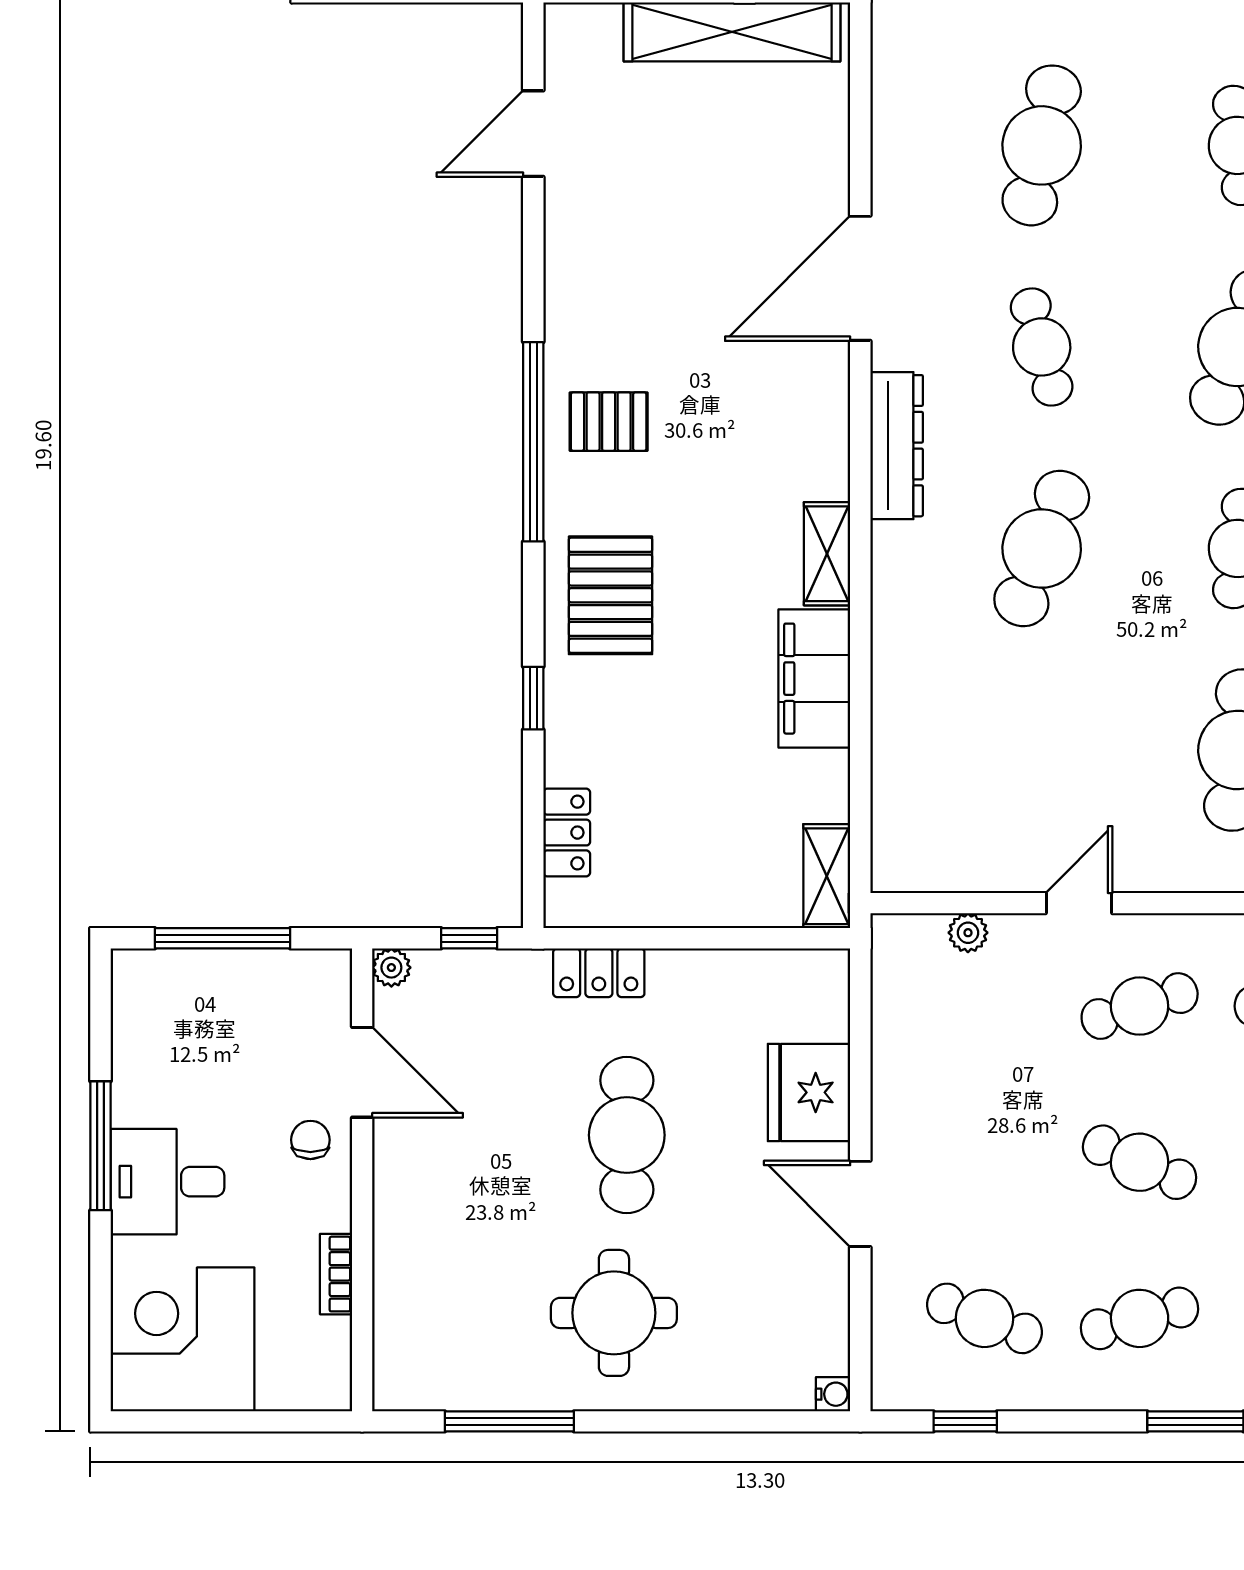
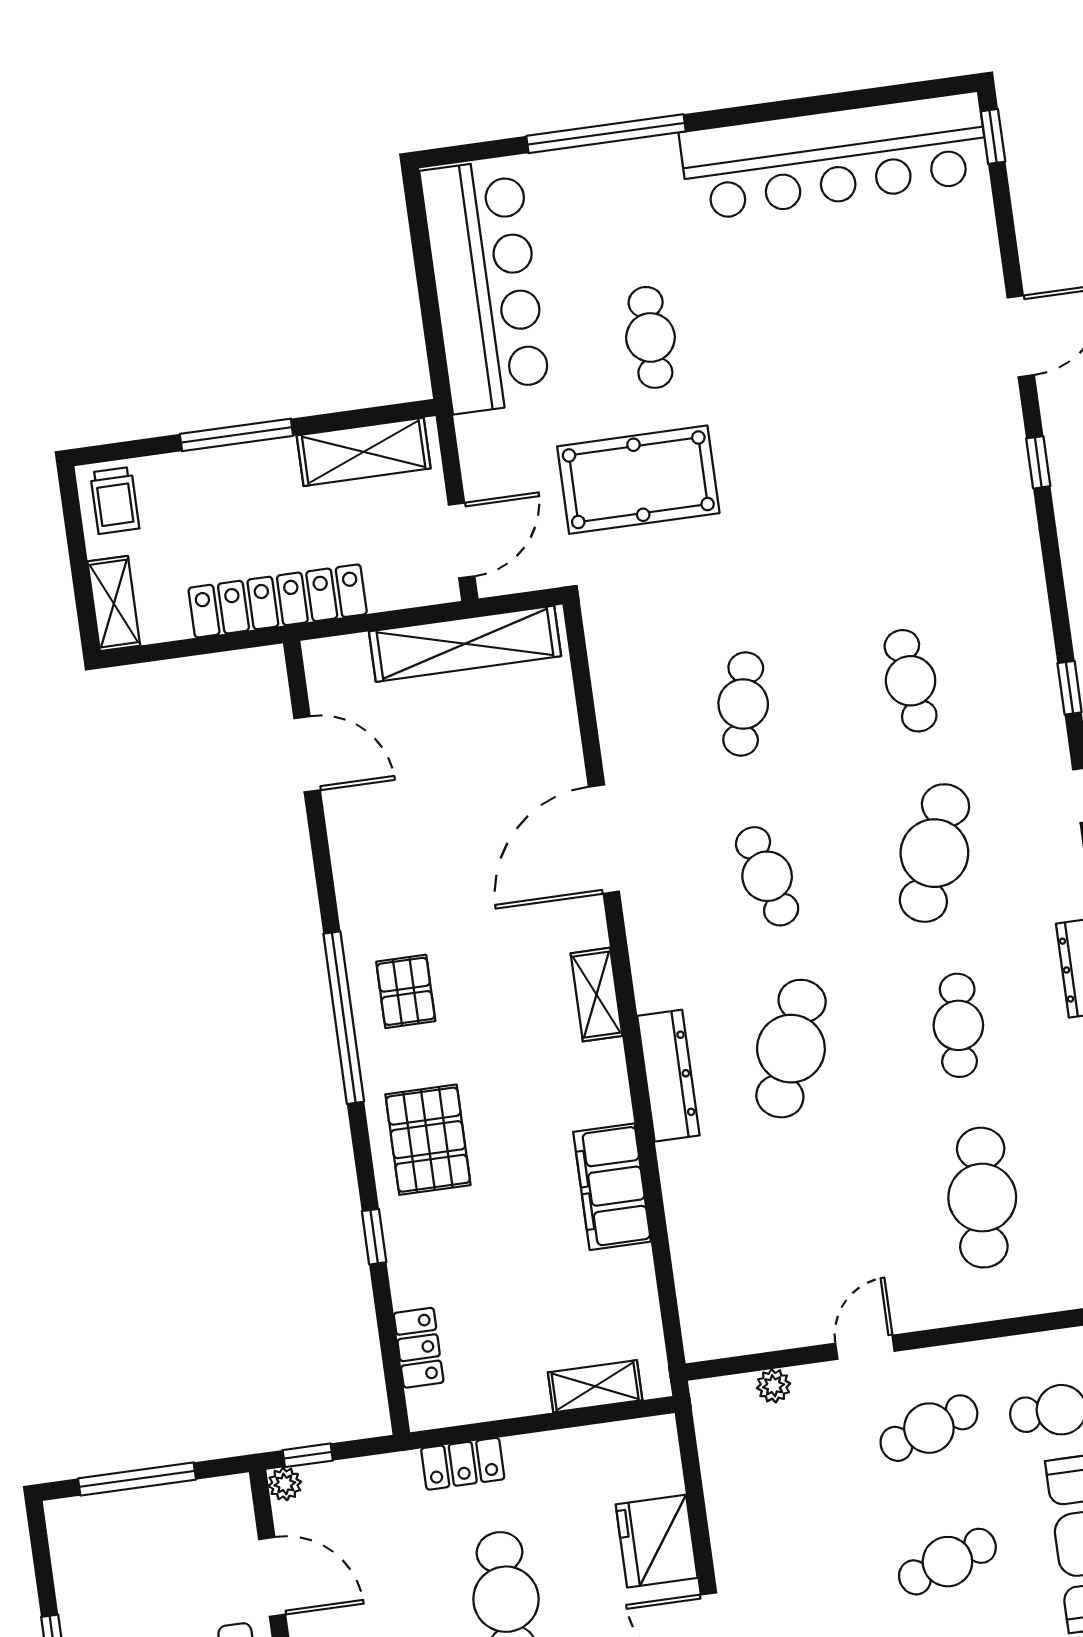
door: (533, 134) -> (307, 754), swing flipped
cafe table: (1042, 145) -> (743, 704), width x0.73, depth x0.74
pallet: (609, 422) -> (406, 991), turned 90
dresser: (897, 446) -> (668, 1076), moved
shelving: (827, 554) -> (596, 995), moved
shelving: (827, 876) -> (595, 1386), moved, turned 90
window: (469, 938) -> (308, 1455), moved
cafe table: (1140, 1162) -> (947, 1562), turned -42

